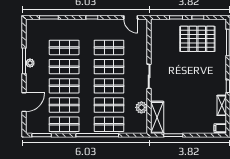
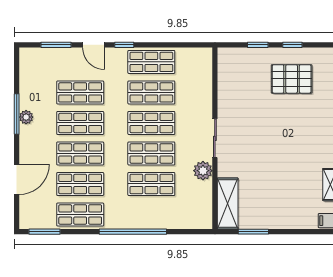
door: (131, 17) -> (94, 45), moved
pallet: (197, 39) -> (292, 79), width x0.73, depth x0.71
plant: (141, 107) -> (203, 171), moved
shop shelf: (109, 124) -> (151, 62), moved

